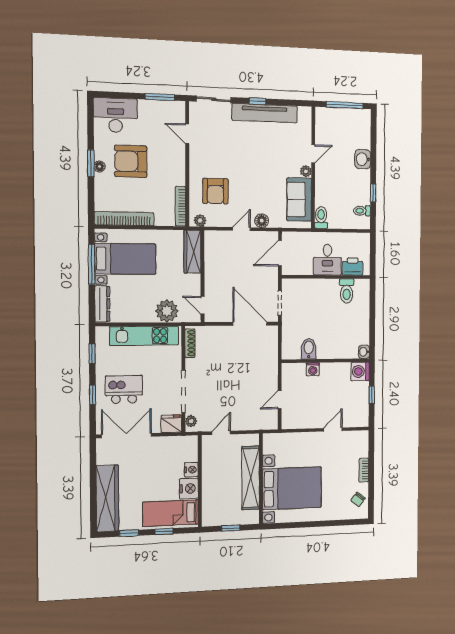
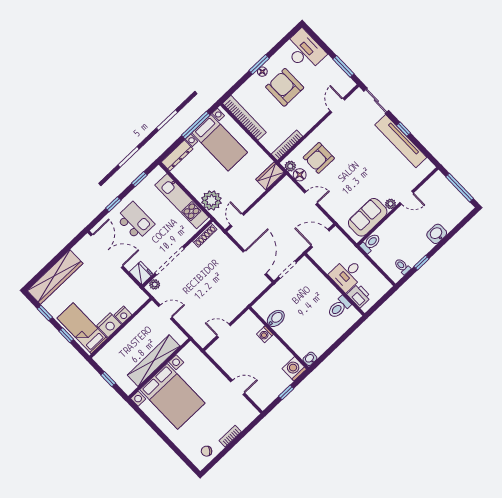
floor lamp: (262, 221) -> (300, 175), moved
wardrobe: (192, 252) -> (270, 176), width x0.67

